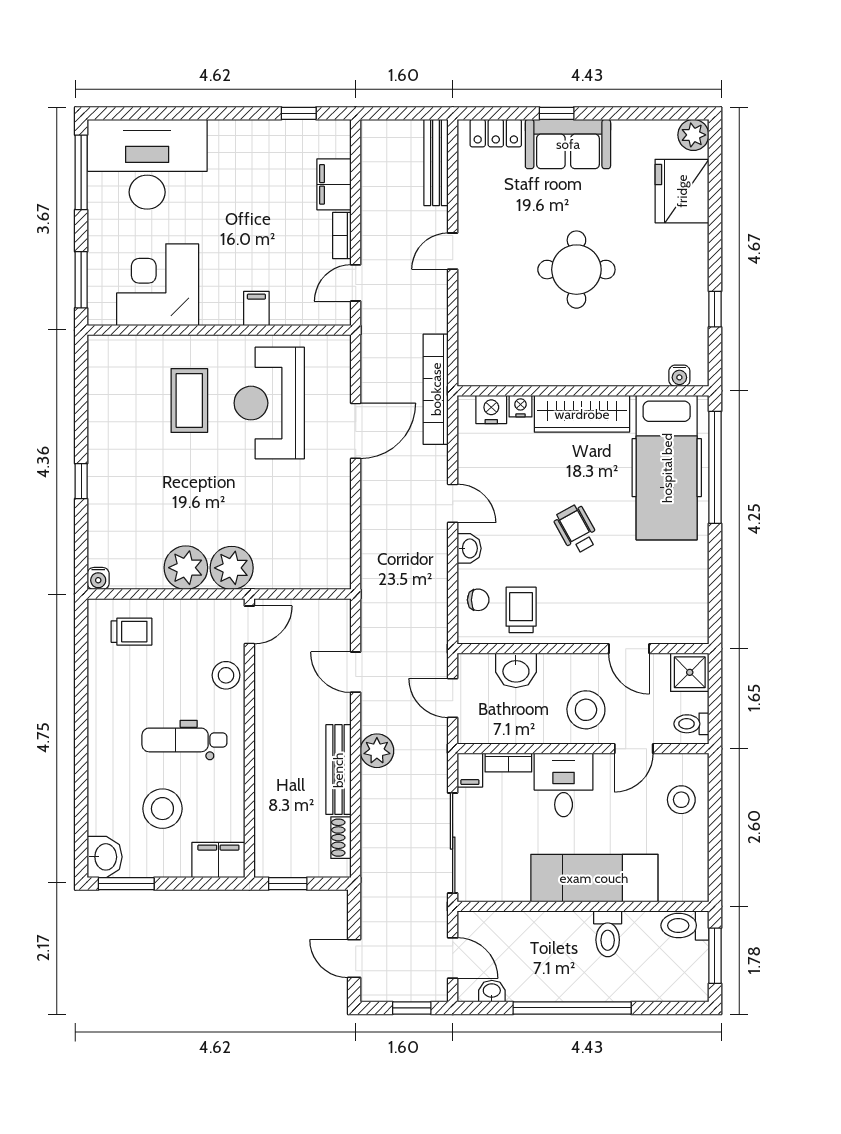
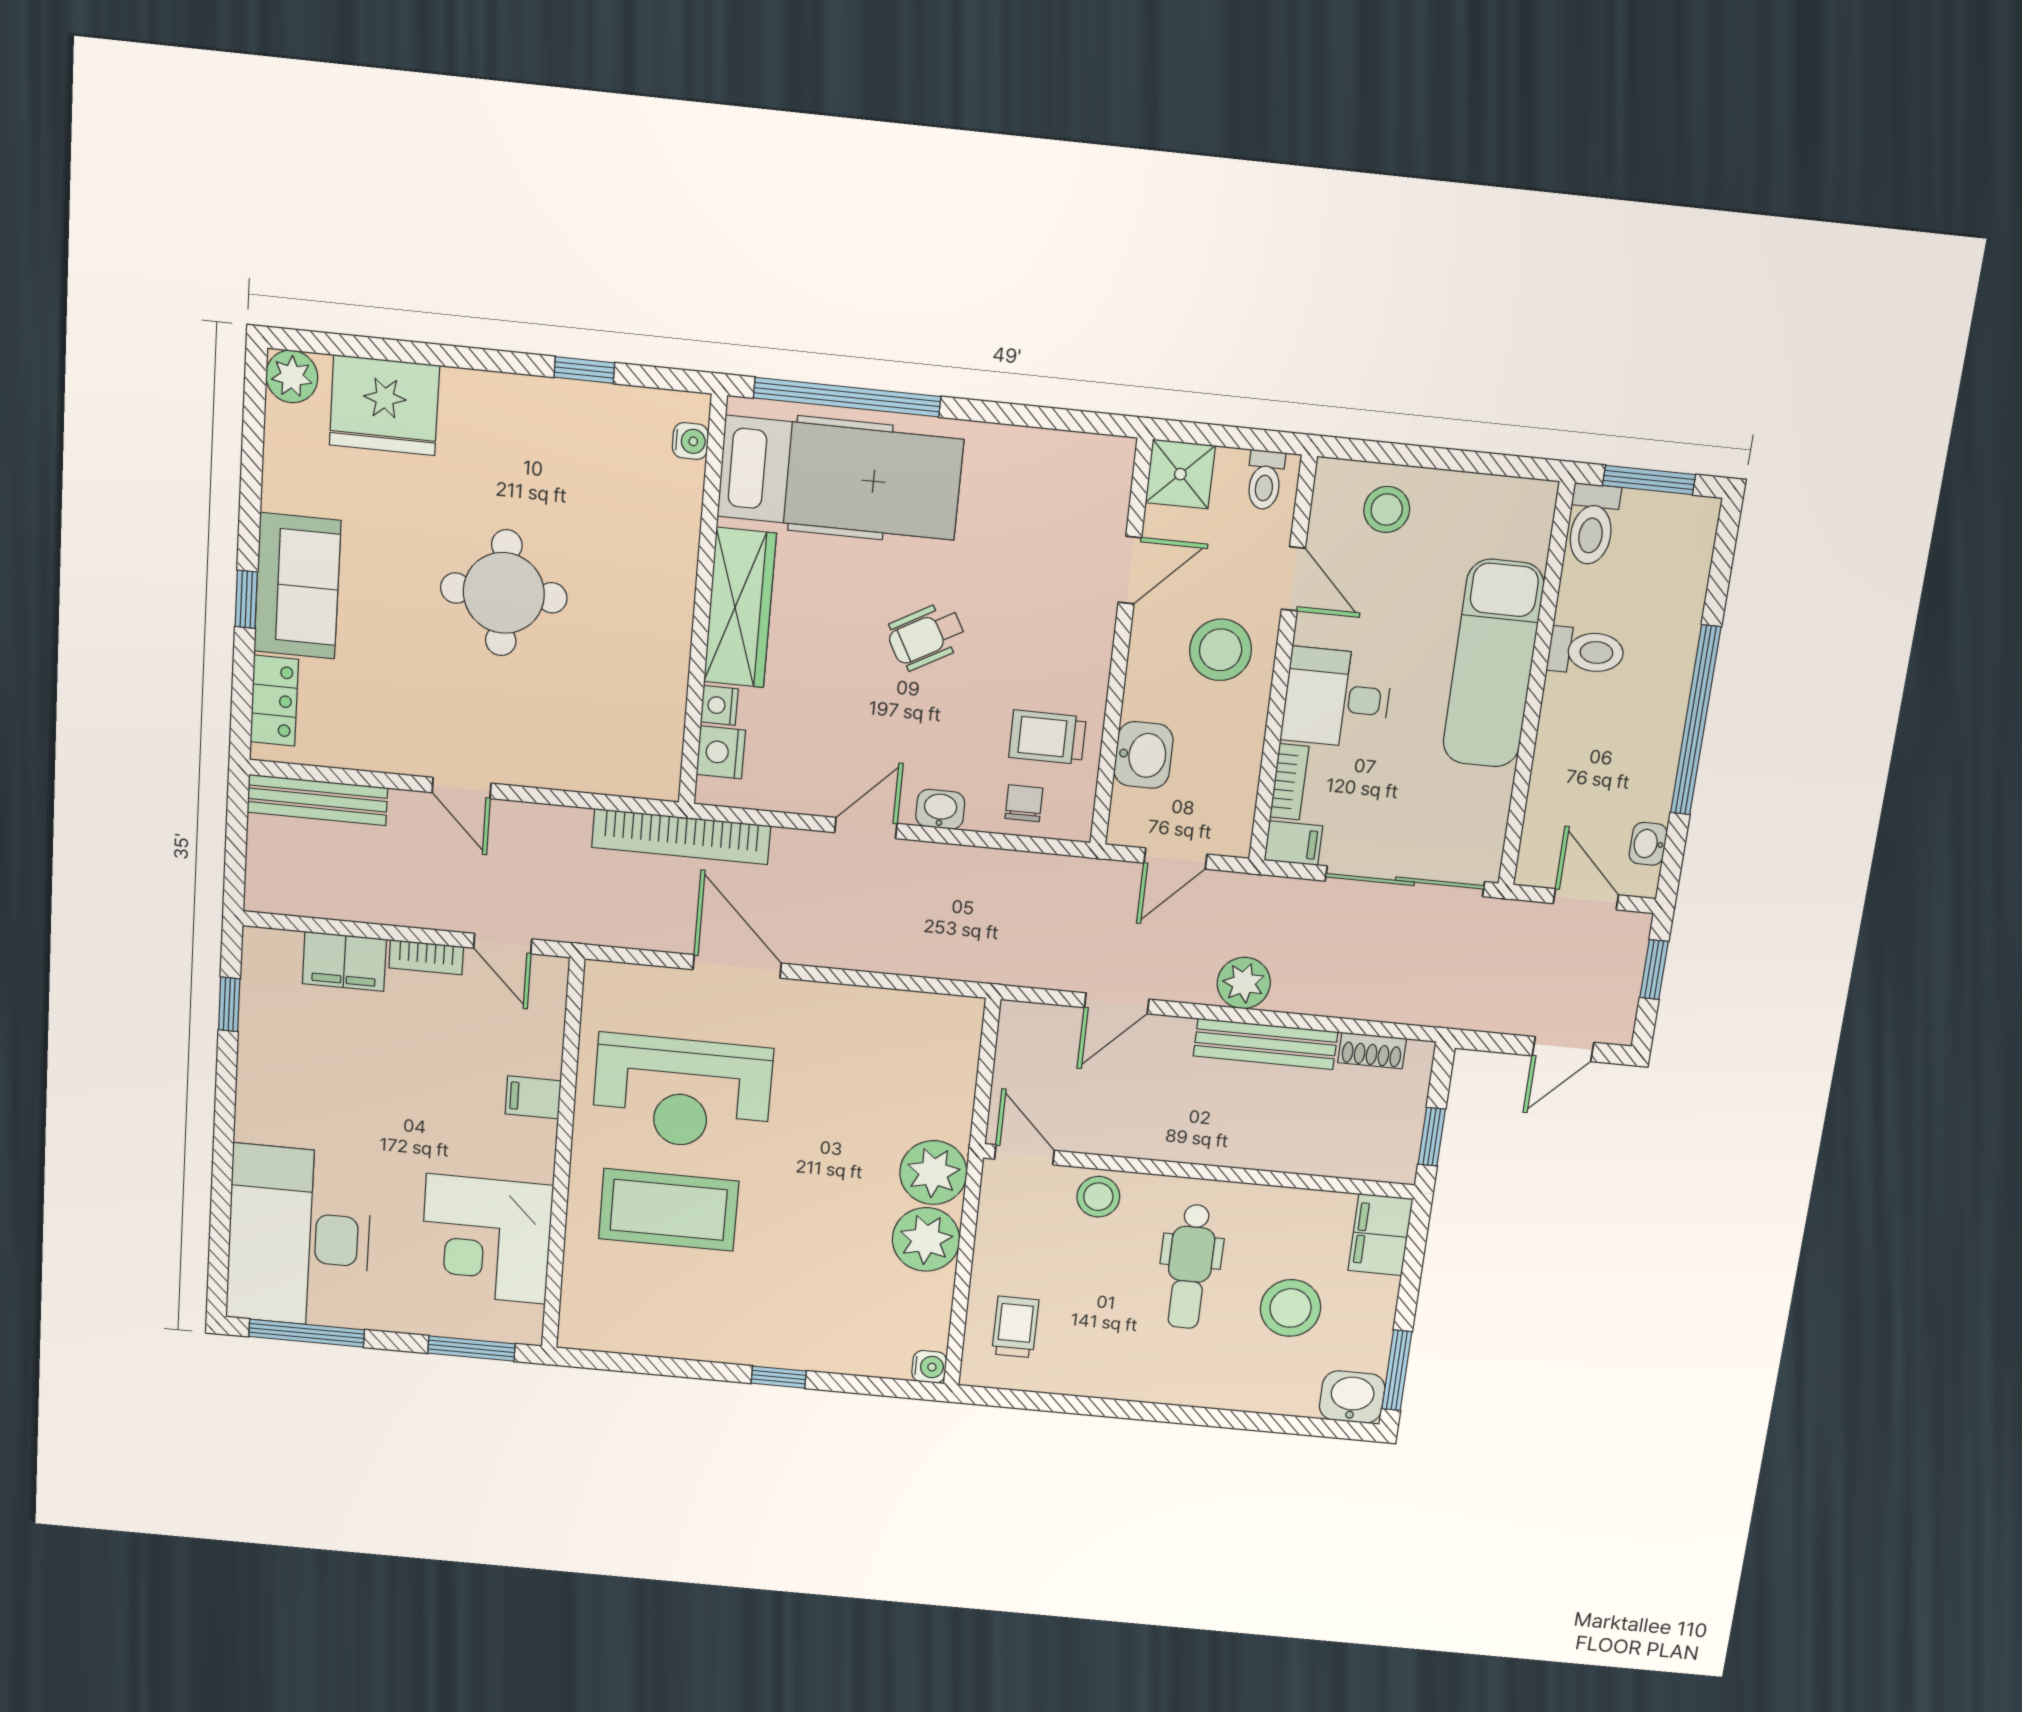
coffee table: (189, 400) -> (669, 1210), width x1.36, depth x1.32
door: (453, 958) -> (1586, 899), hinge flipped

